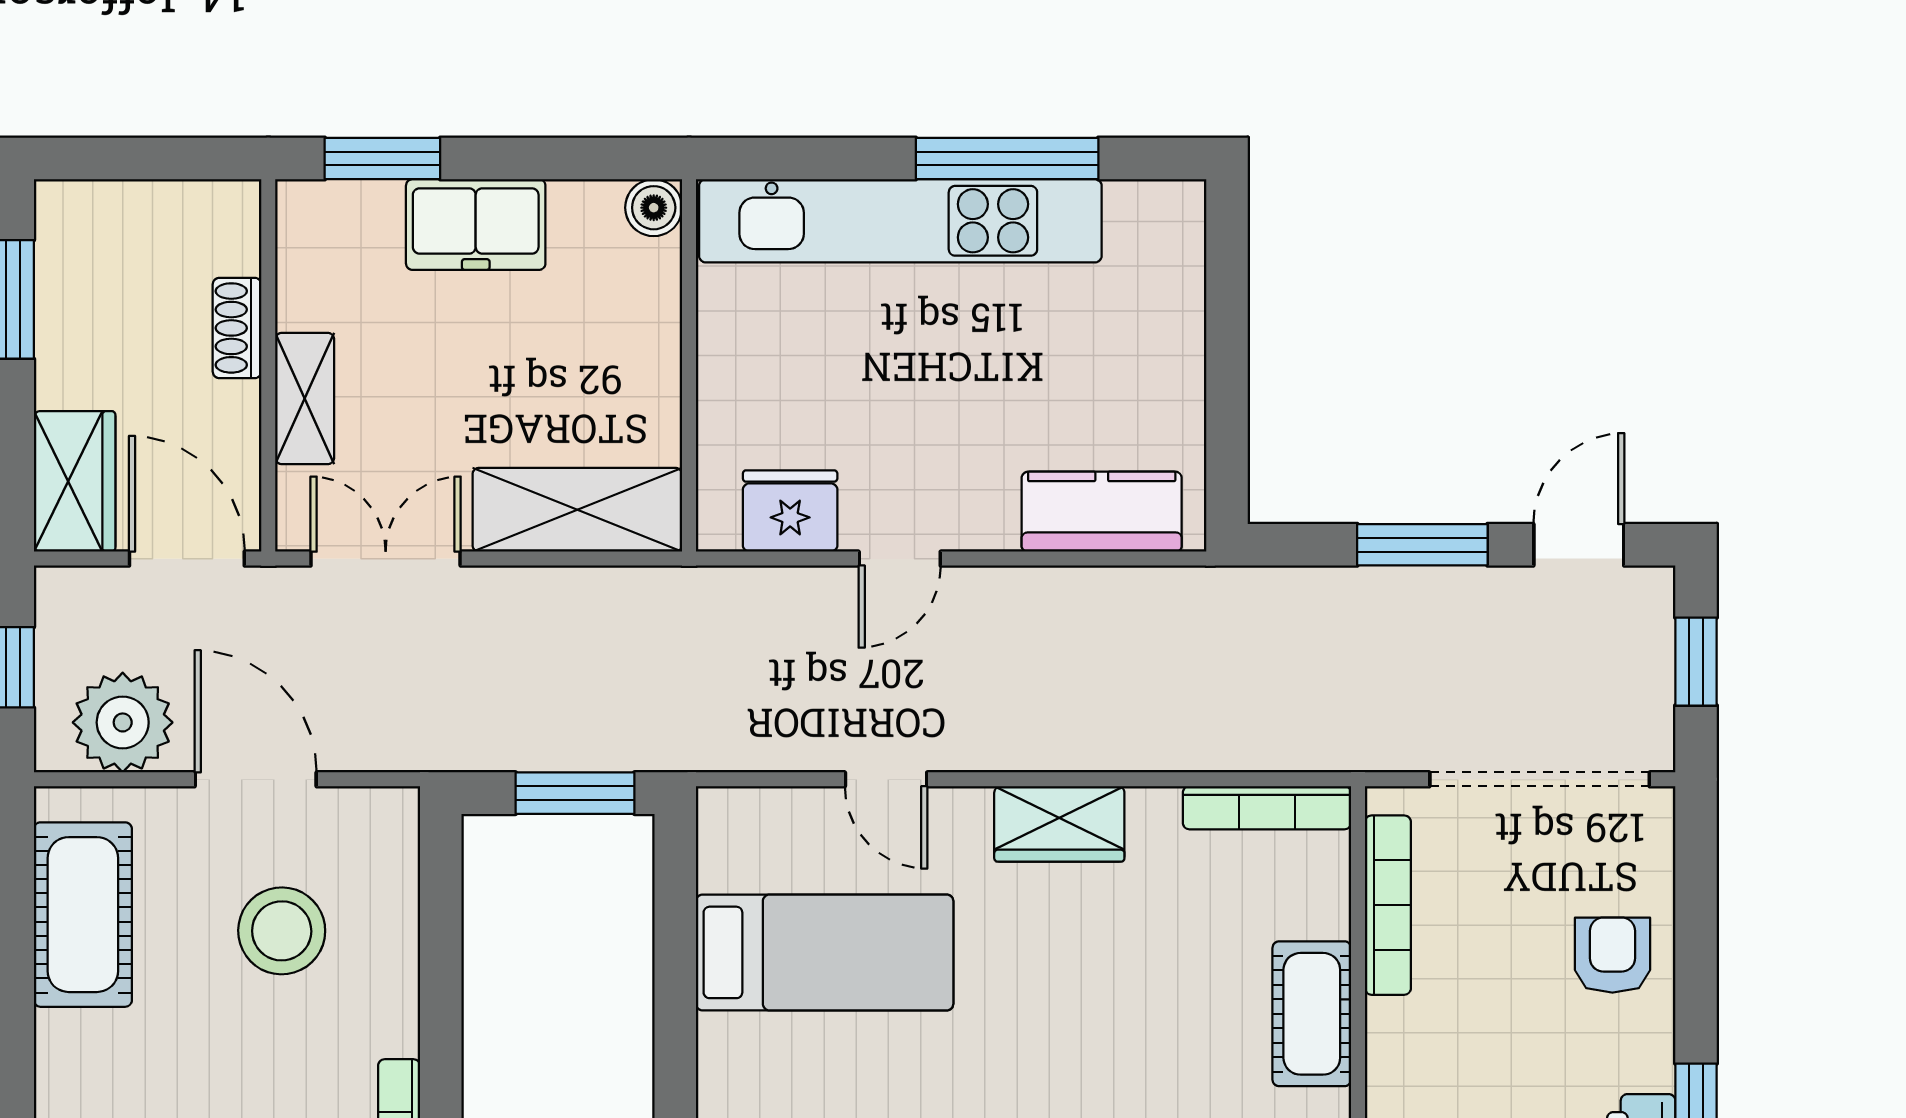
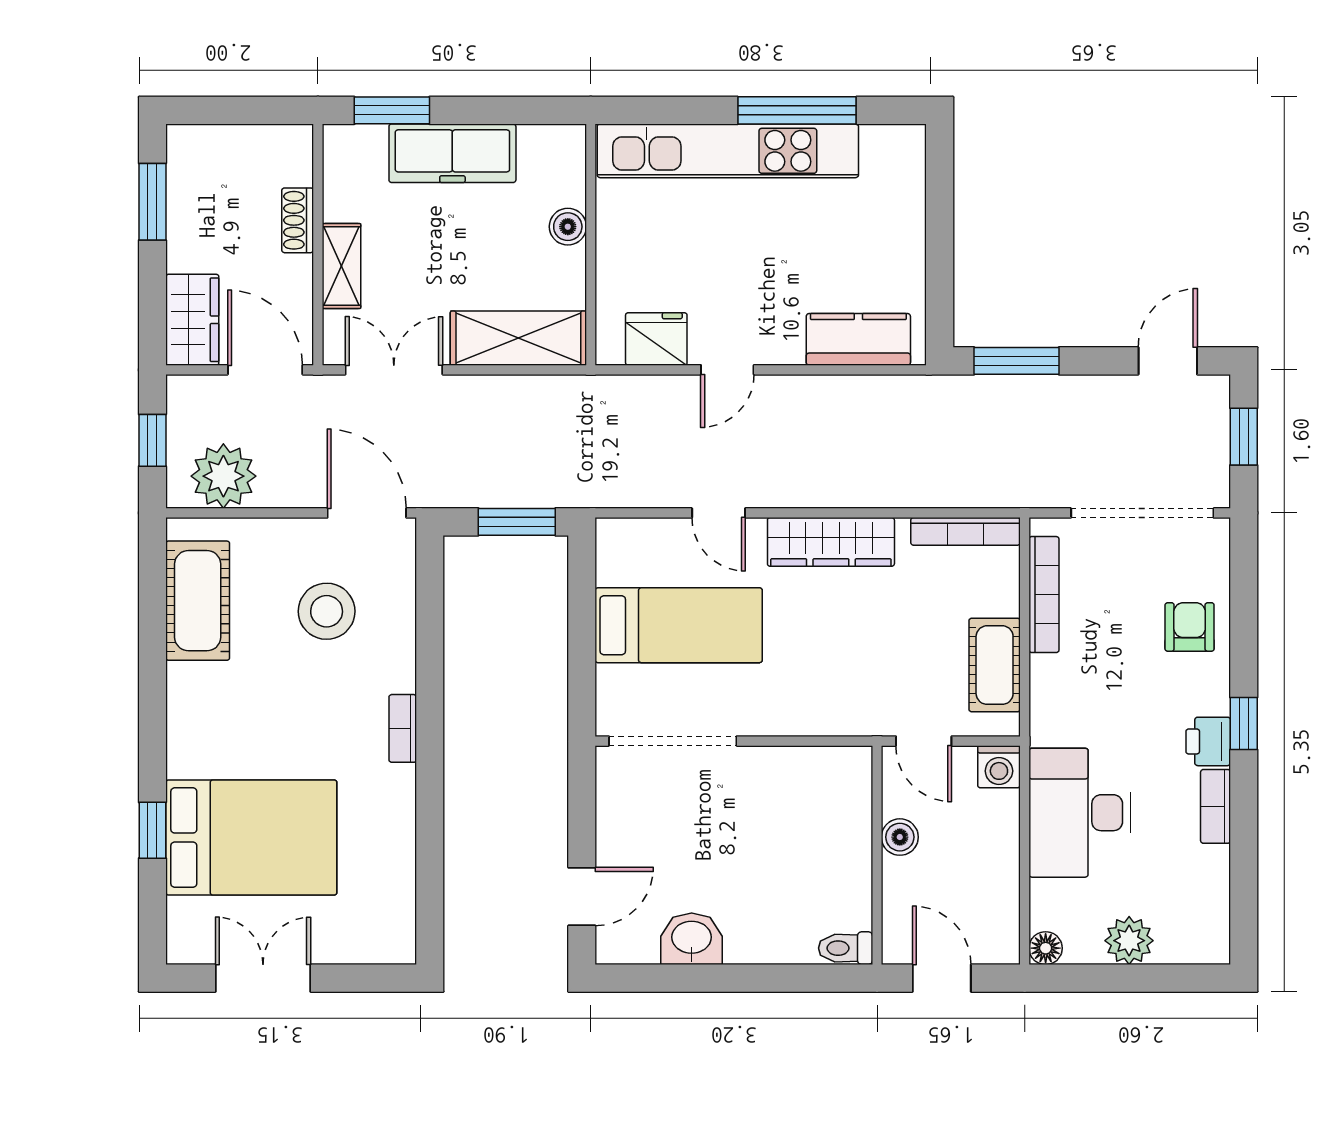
boiler: (654, 208) -> (568, 227), moved
freezer: (476, 225) -> (452, 153), width x1.40
window: (1422, 545) -> (1016, 361), moved
door: (256, 779) -> (367, 513), moved
wardrobe: (1059, 824) -> (831, 542), width x1.50

